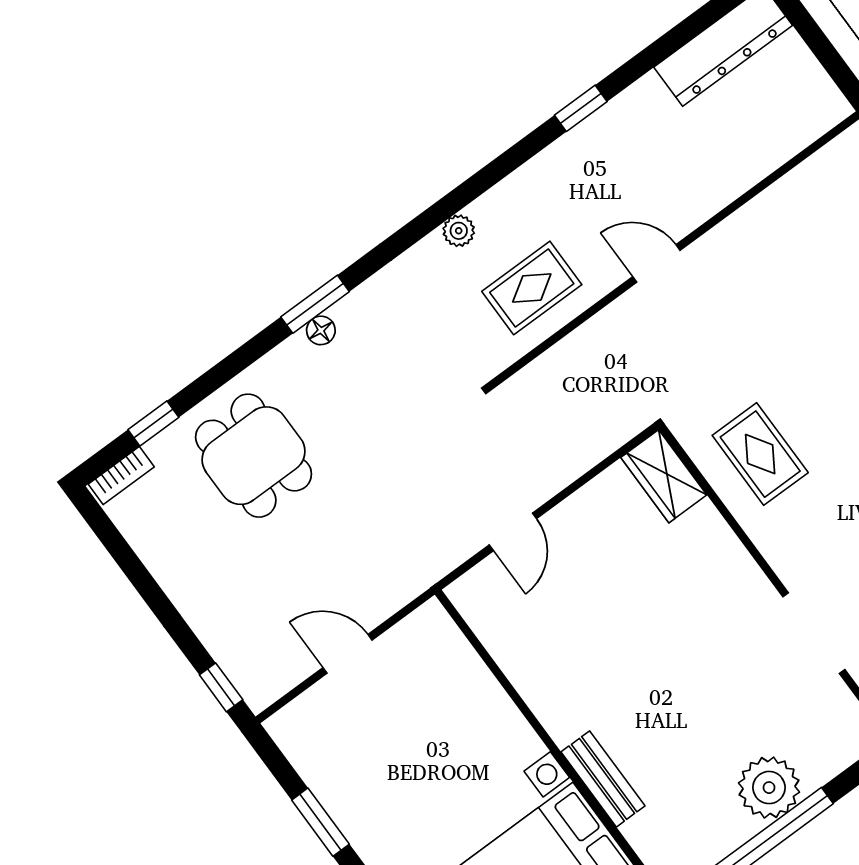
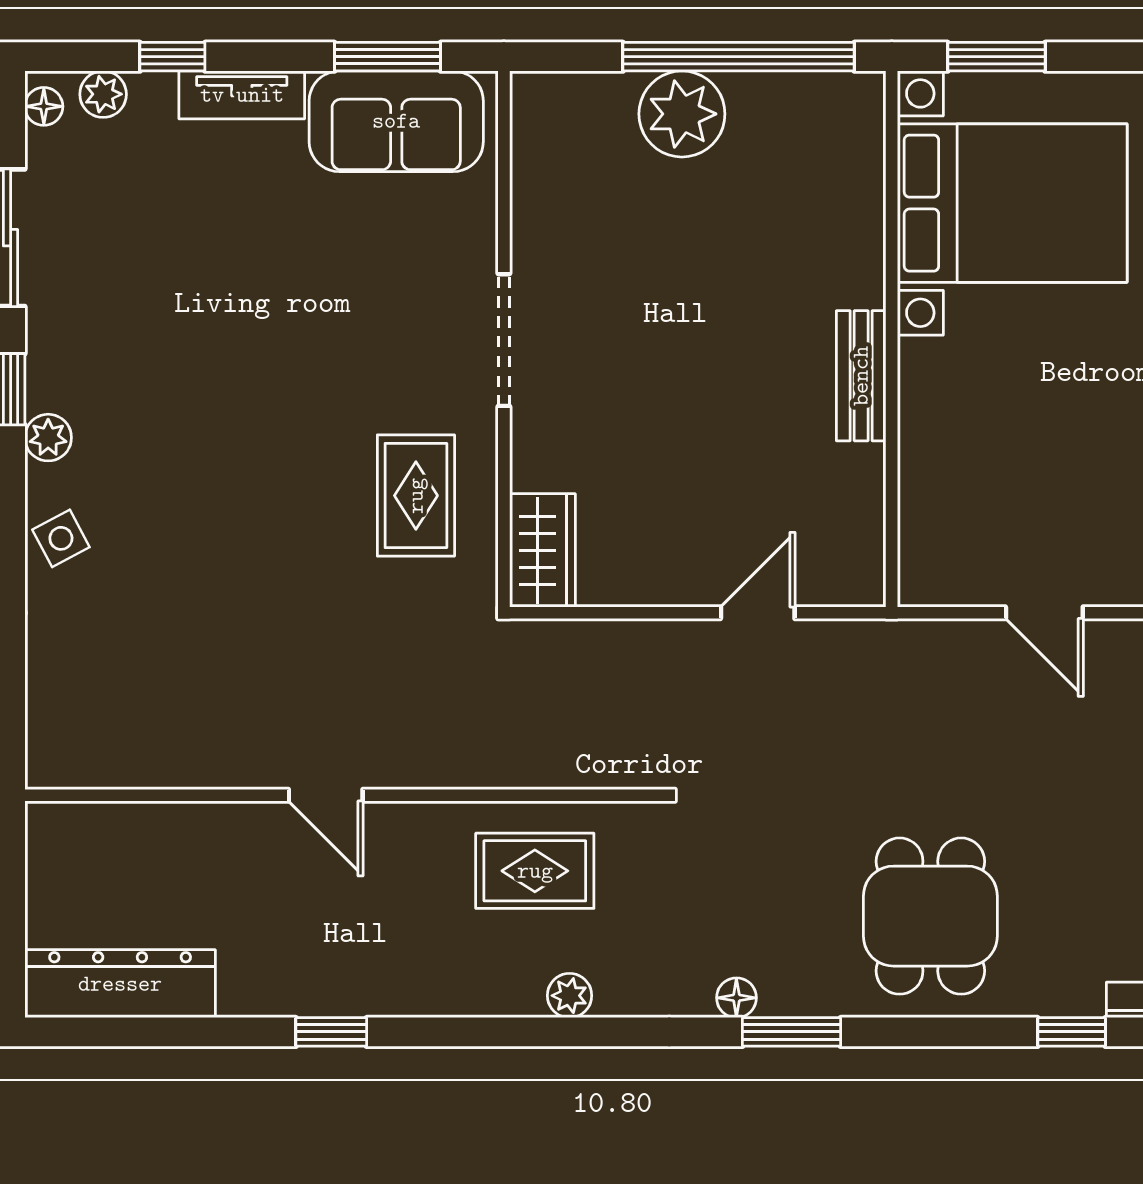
door: (656, 263) -> (326, 795), moved
floor lamp: (321, 330) -> (736, 998), moved
dining table: (254, 456) -> (930, 916), moved
doorway: (814, 633) -> (504, 340), moved
bench: (603, 779) -> (861, 376), moved

